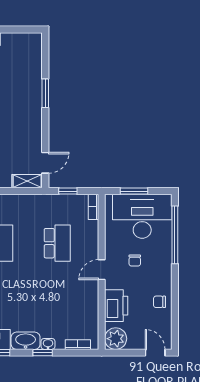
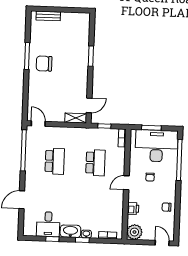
printer: (116, 306) -> (133, 209), width x0.53, depth x0.68

